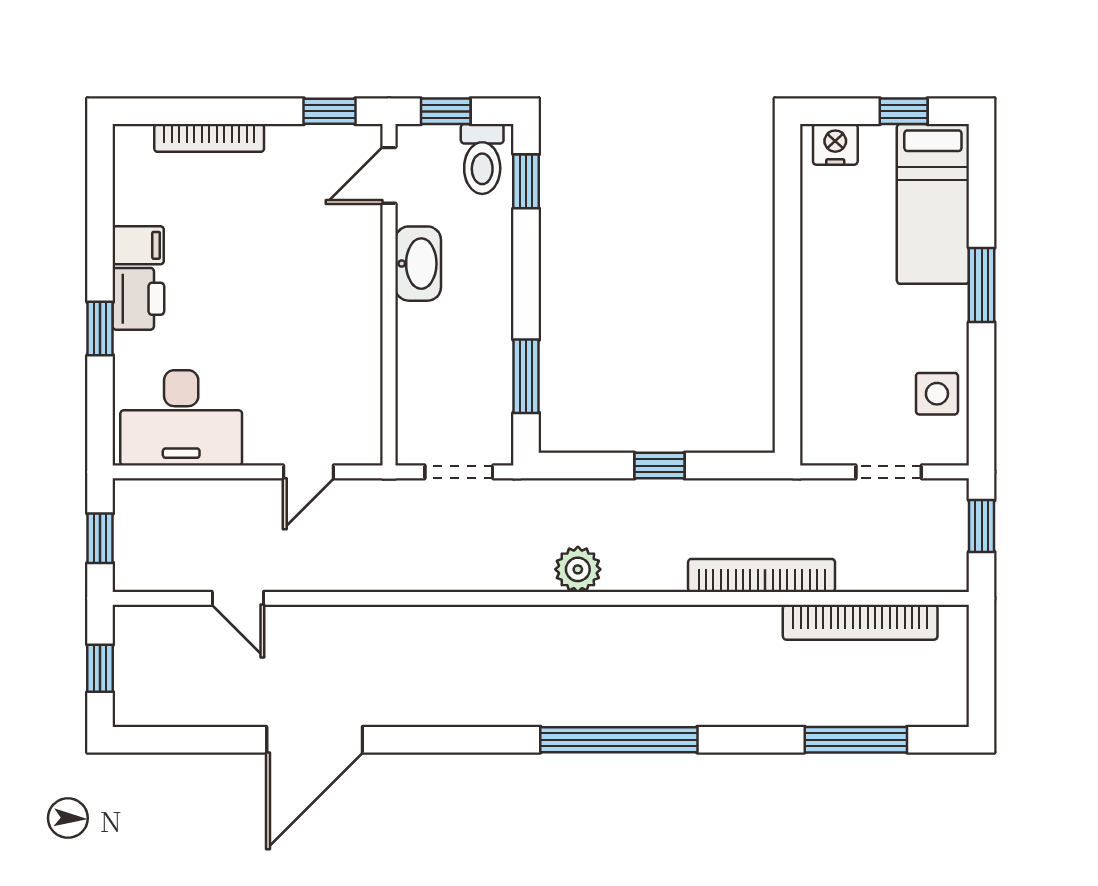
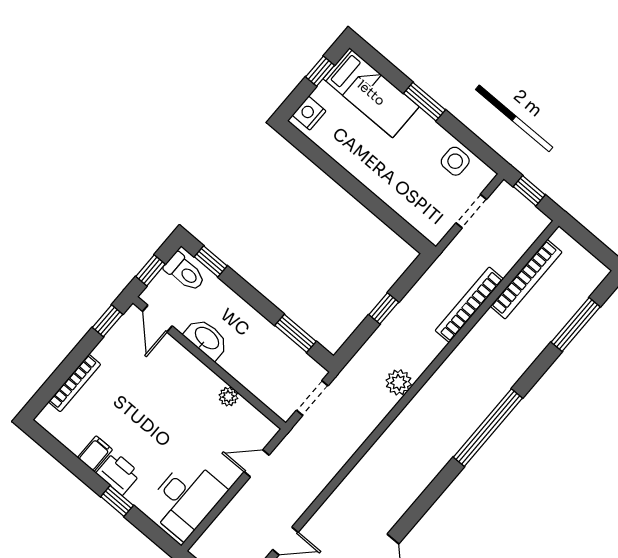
plant: (366, 358) -> (228, 397), added
door: (308, 472) -> (257, 463), swing flipped

